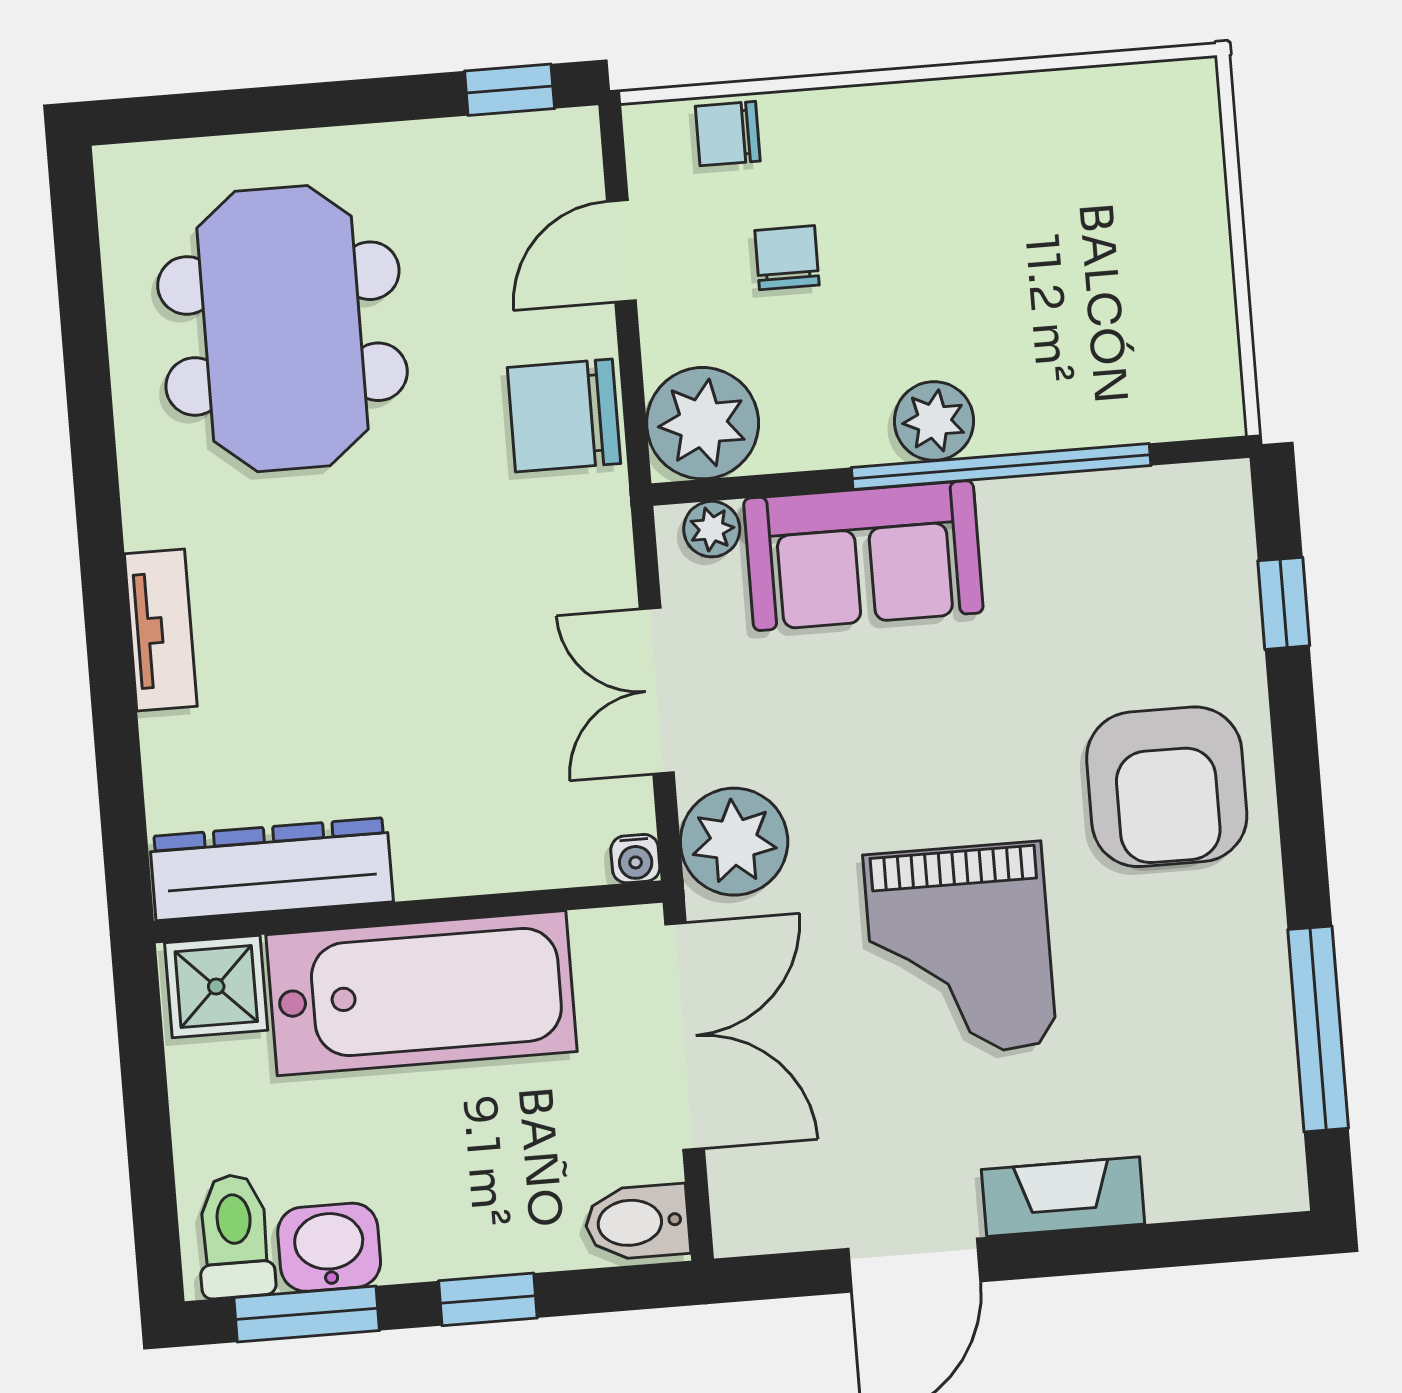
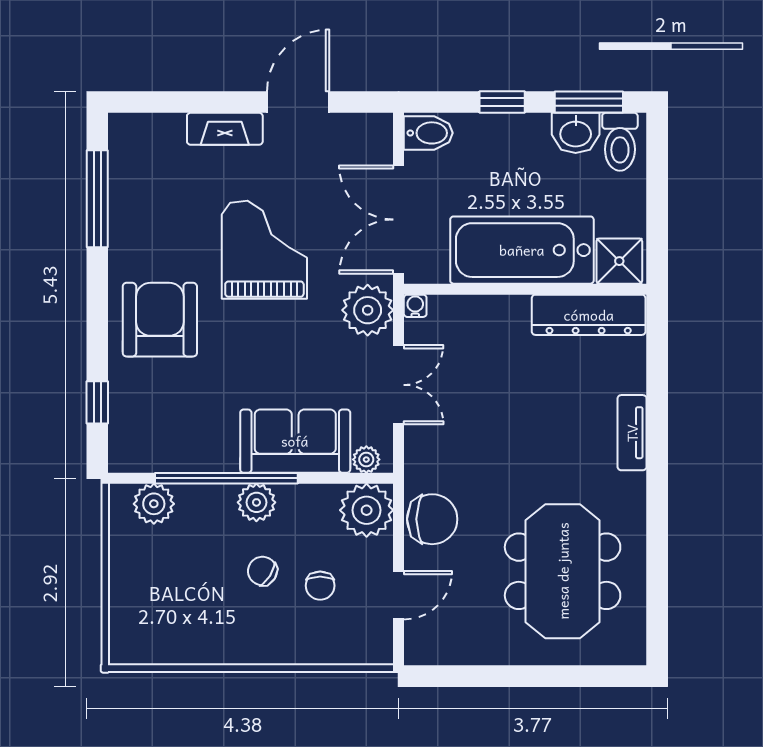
window: (510, 90) -> (446, 676), removed
chair: (728, 134) -> (262, 571), moved, turned -148
plant: (1148, 401) -> (154, 504), added

